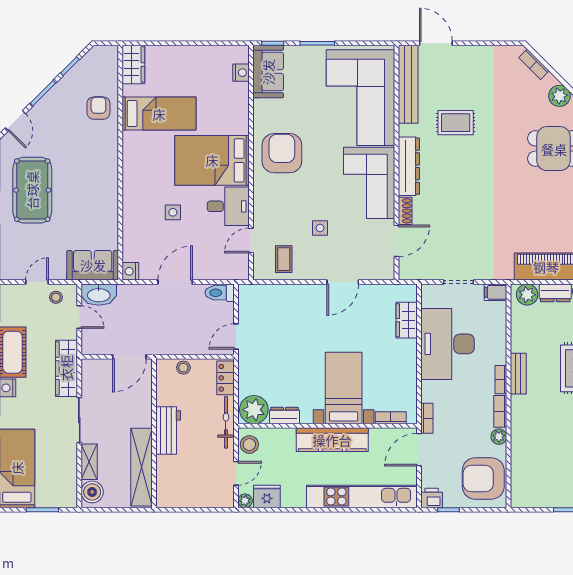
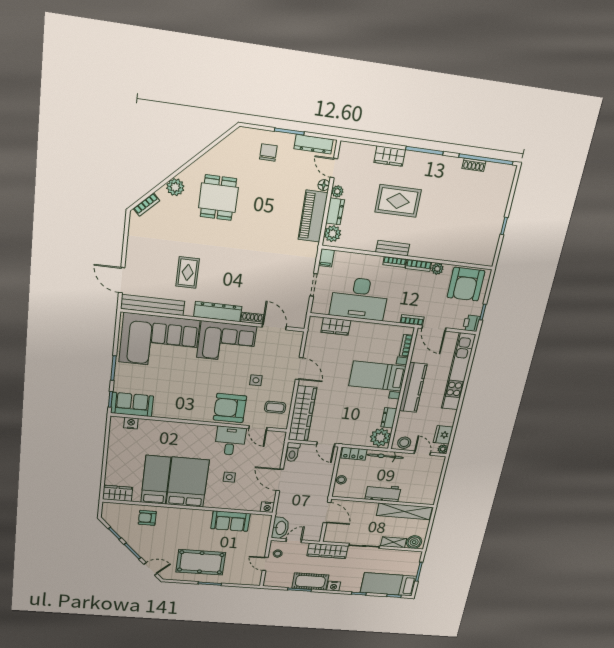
door: (436, 43) -> (122, 280), hinge flipped
armchair: (282, 153) -> (230, 408), moved
bed: (212, 160) -> (188, 482), moved, turned 180
sofa: (93, 265) -> (230, 521), moved, turned -90
wardrobe: (278, 297) -> (302, 414), added

